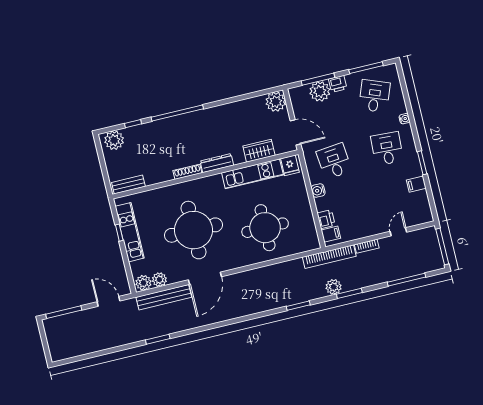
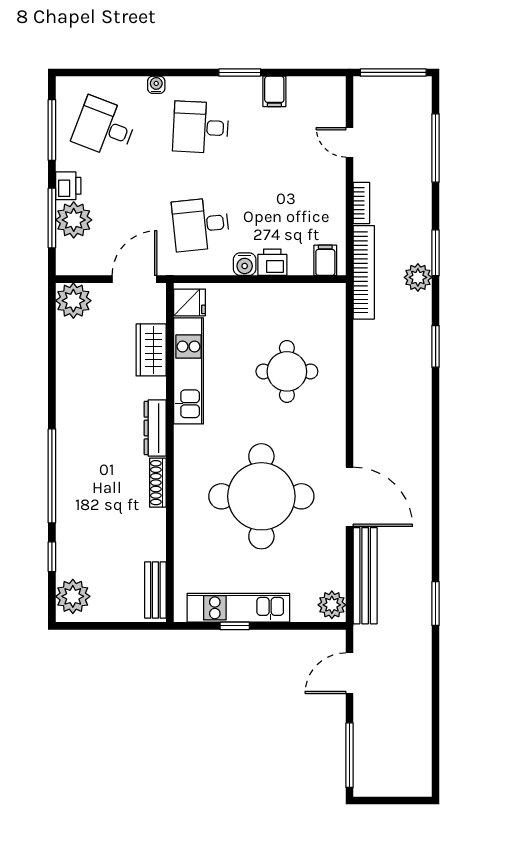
printer: (326, 219) -> (272, 262), moved
round table: (265, 228) -> (287, 371), width x0.73, depth x0.73
plant: (159, 280) -> (333, 576), removed

